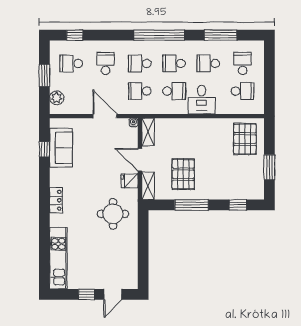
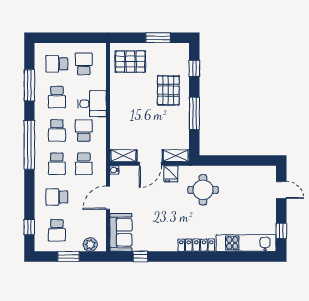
sofa: (61, 148) -> (121, 232), moved, turned 90
pallet: (183, 174) -> (168, 90), moved, turned 90
locker: (56, 200) -> (196, 245), width x1.53
window: (87, 294) -> (281, 231), moved

